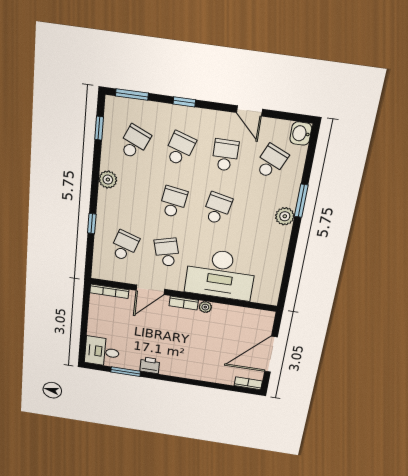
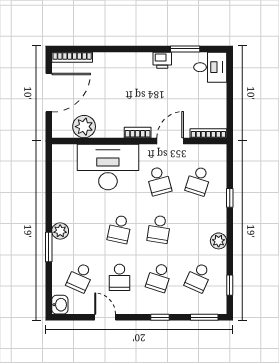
plant: (205, 307) -> (84, 127), moved, width x1.88, depth x1.88
bookcase: (248, 383) -> (72, 57), width x1.56

